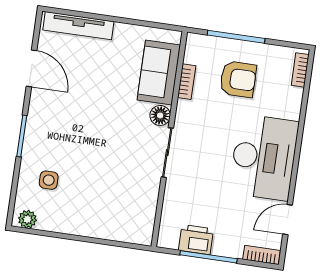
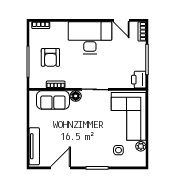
armchair: (238, 79) -> (50, 57), turned 180
corner sofa: (109, 208) -> (129, 116), added
plant: (27, 219) -> (141, 146), moved
printer: (196, 240) -> (139, 80), moved

